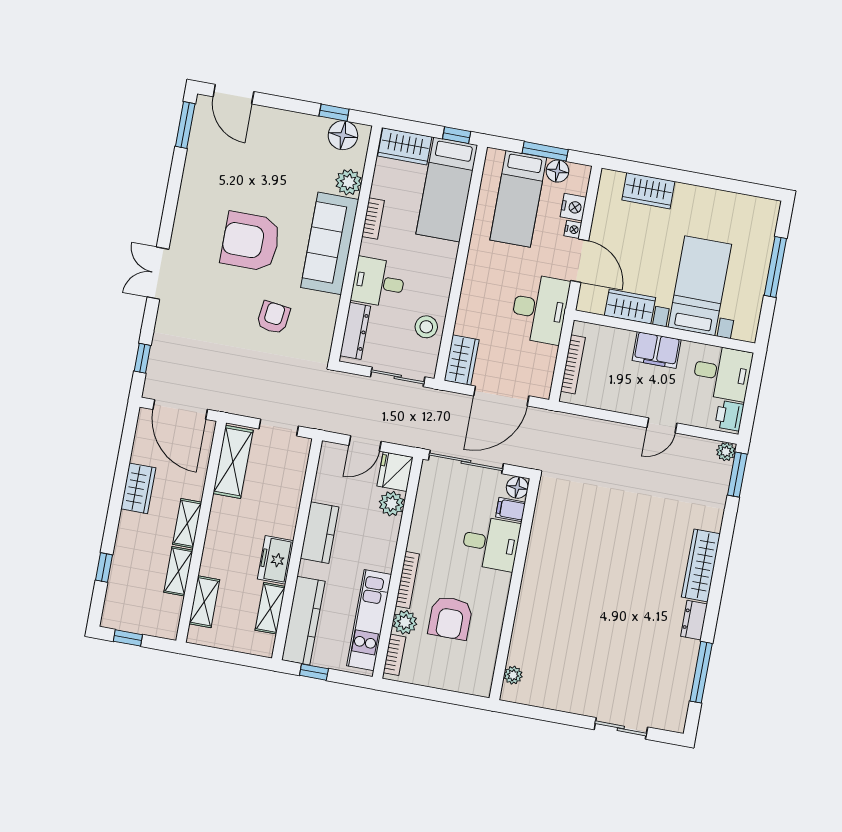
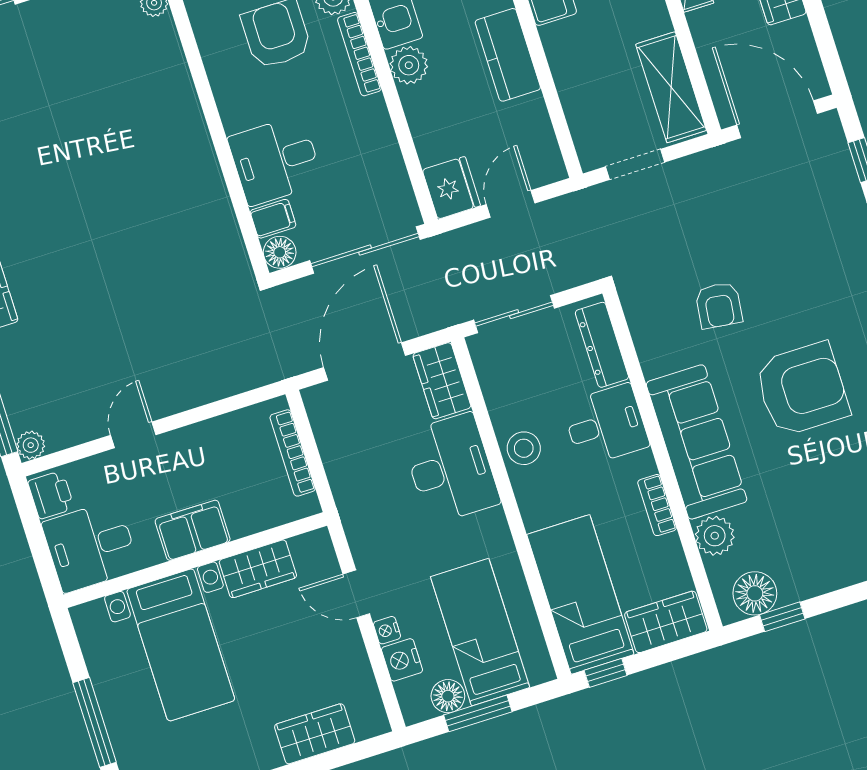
door: (580, 261) -> (356, 594), width x0.73
desk: (540, 309) -> (451, 469), moved, turned 180
stool: (426, 327) -> (524, 448), moved
plant: (392, 504) -> (409, 65), moved

